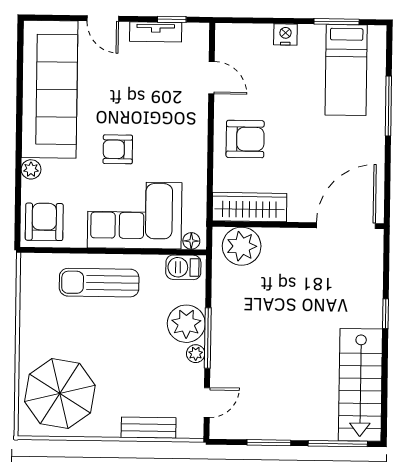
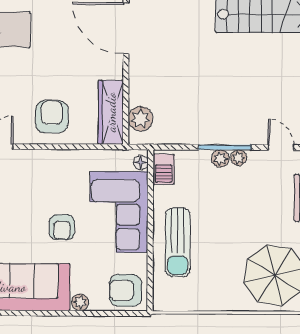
plant: (242, 246) -> (140, 119), width x0.73, depth x0.73
plant: (186, 324) -> (220, 159), width x0.53, depth x0.53

